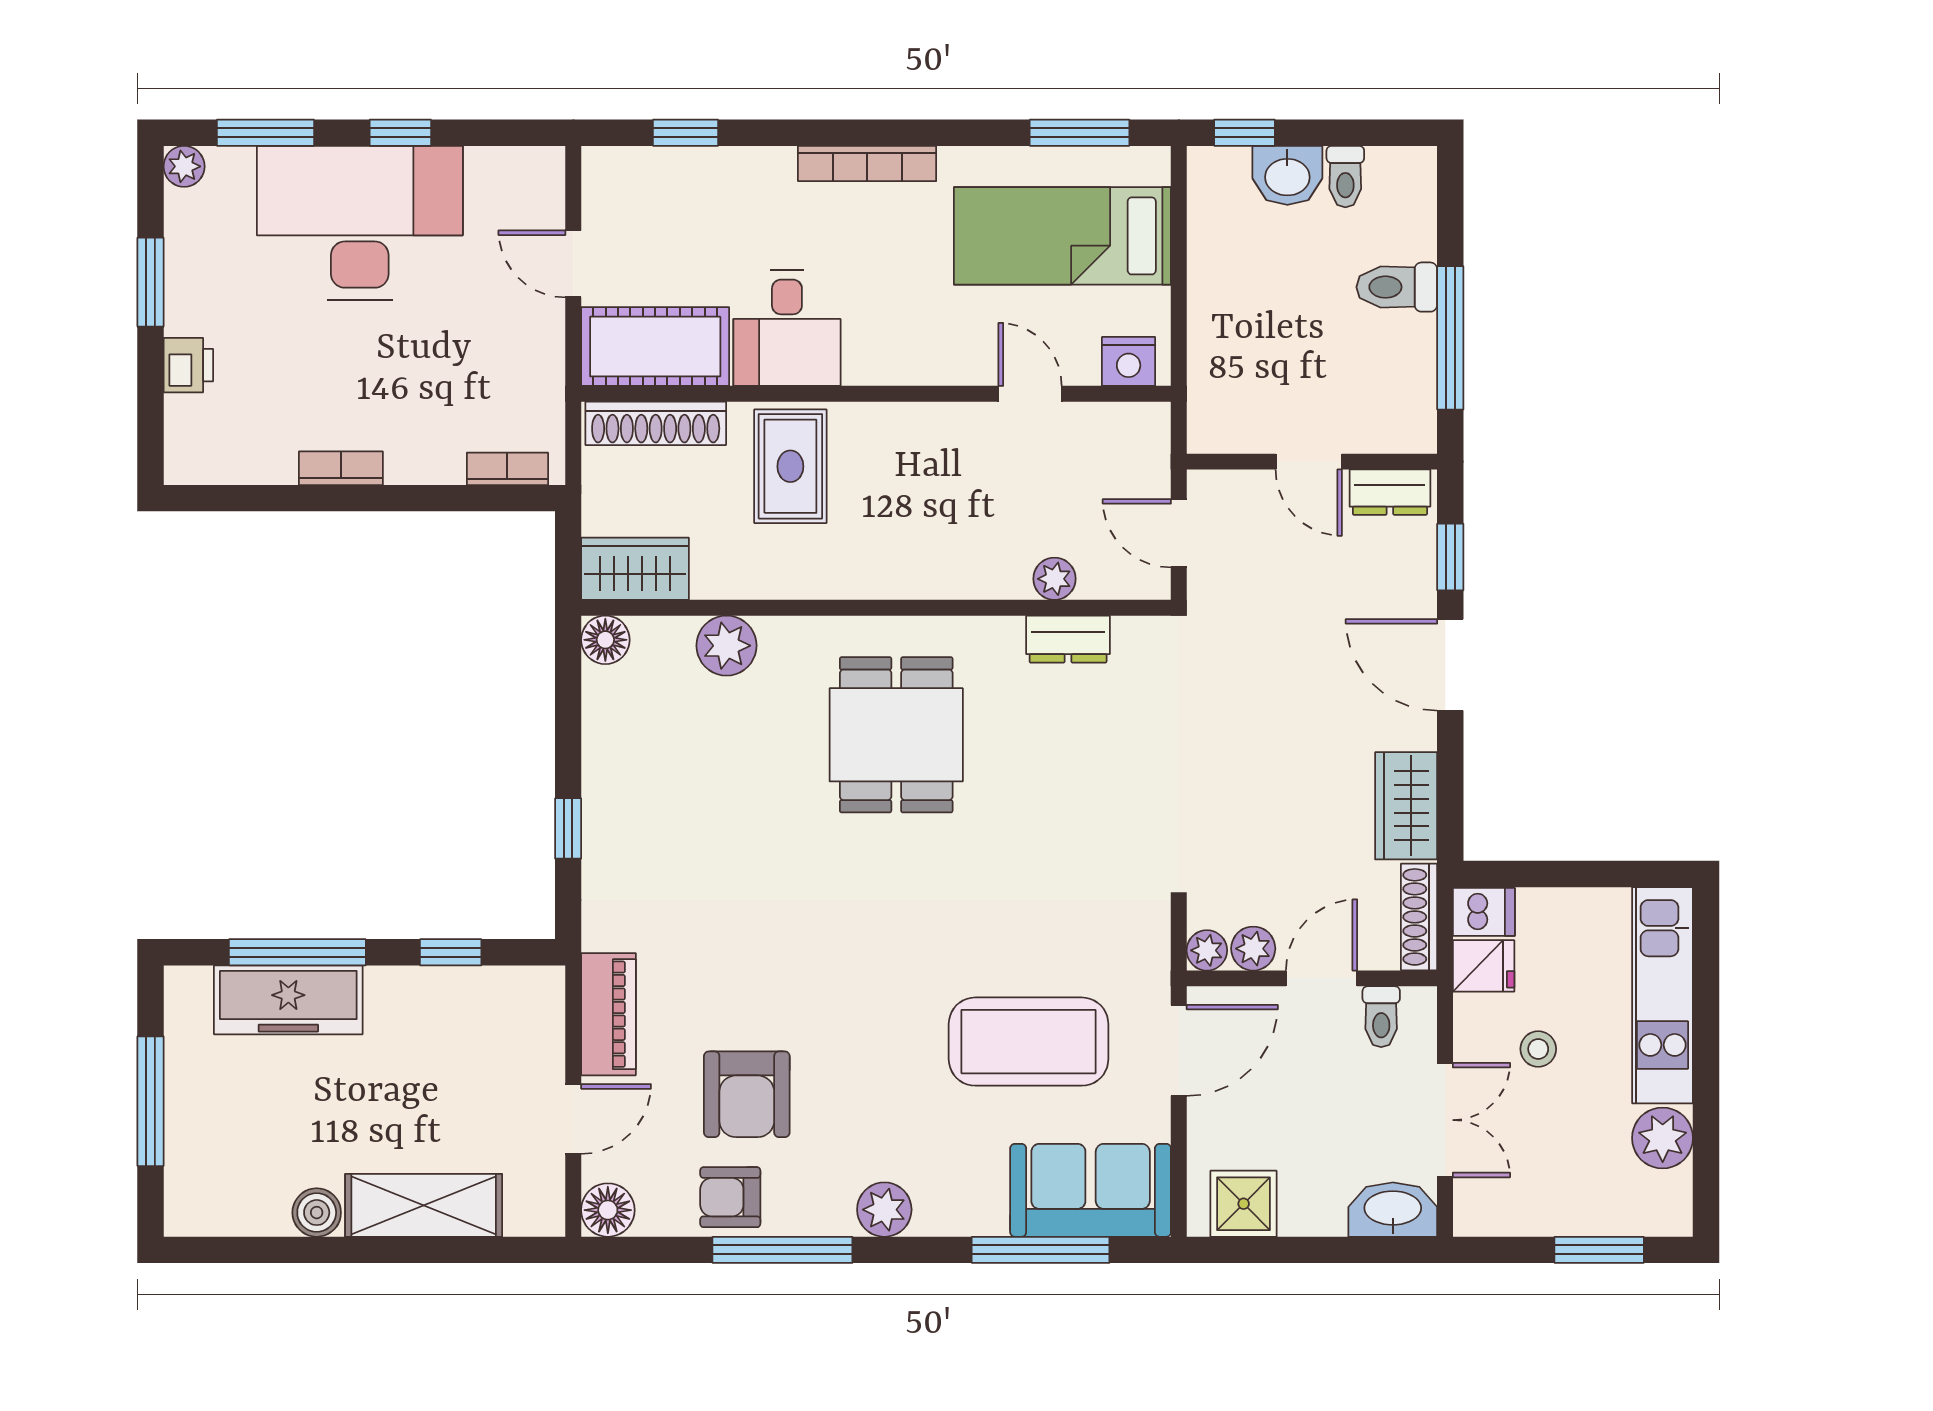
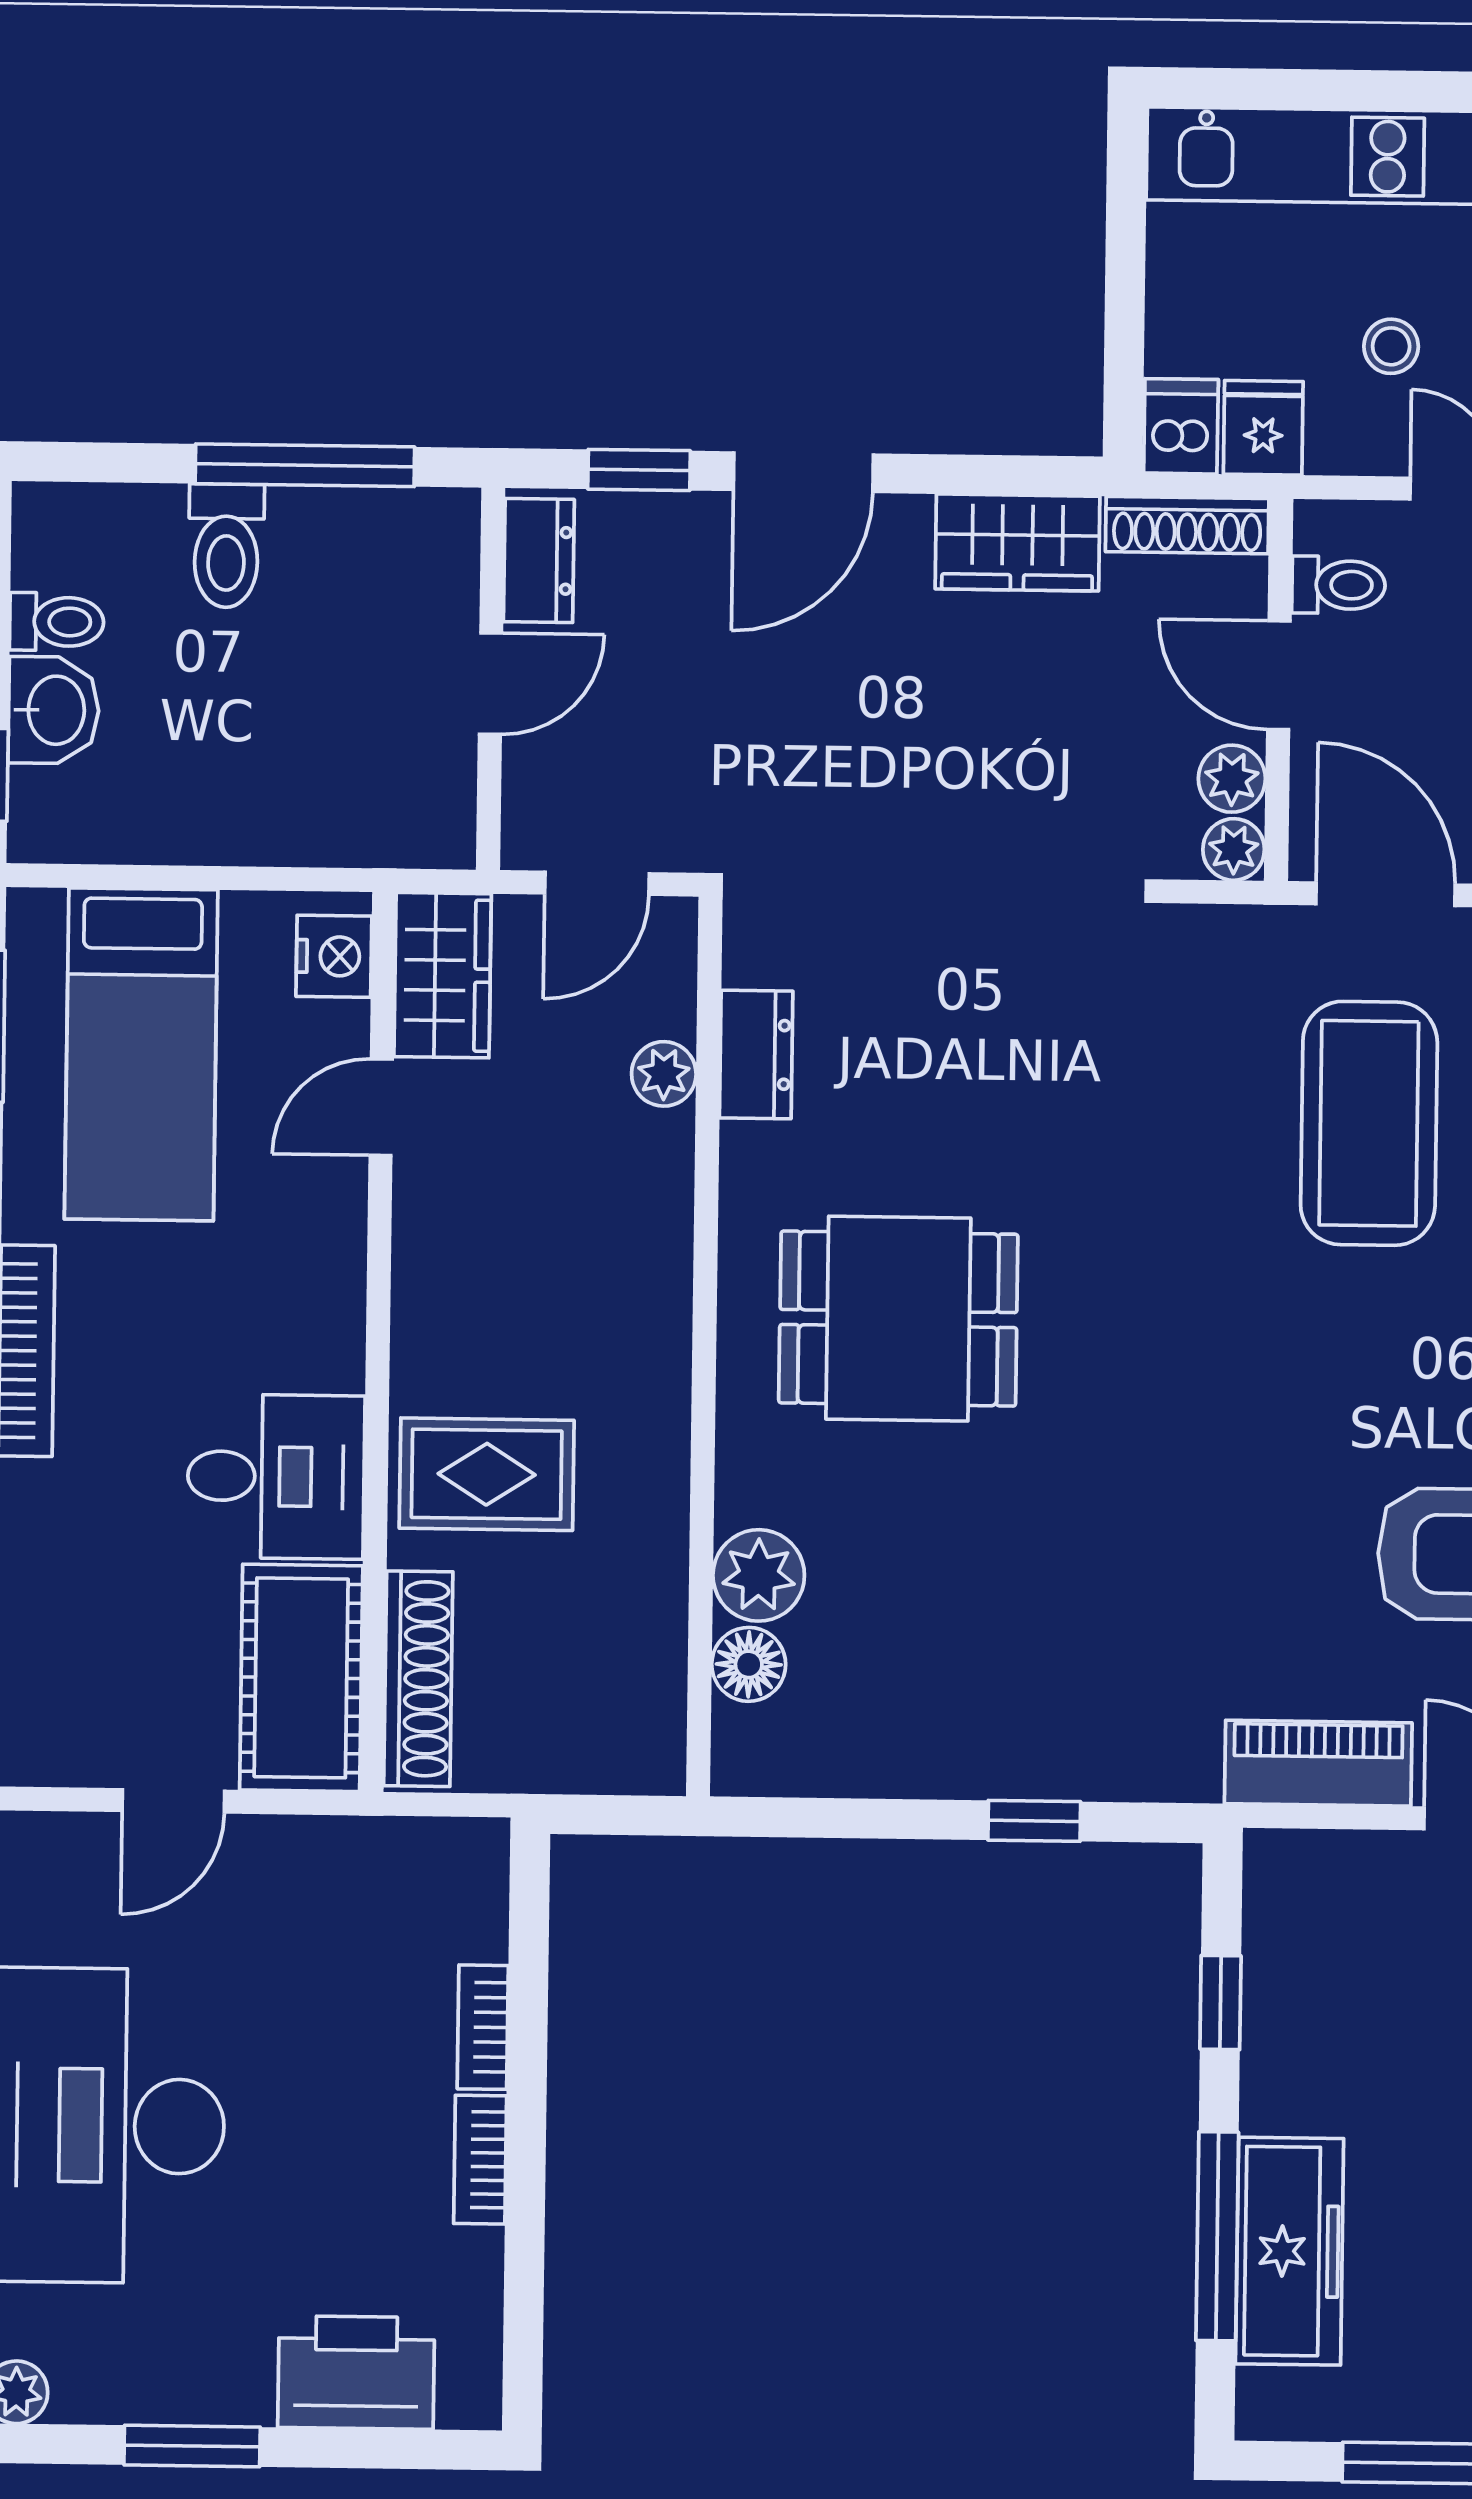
printer: (188, 365) -> (356, 2373), width x1.87, depth x1.48
bookcase: (507, 469) -> (483, 2027), moved
wardrobe: (635, 569) -> (443, 975), moved, turned 180
floor lamp: (605, 640) -> (749, 1664), moved

